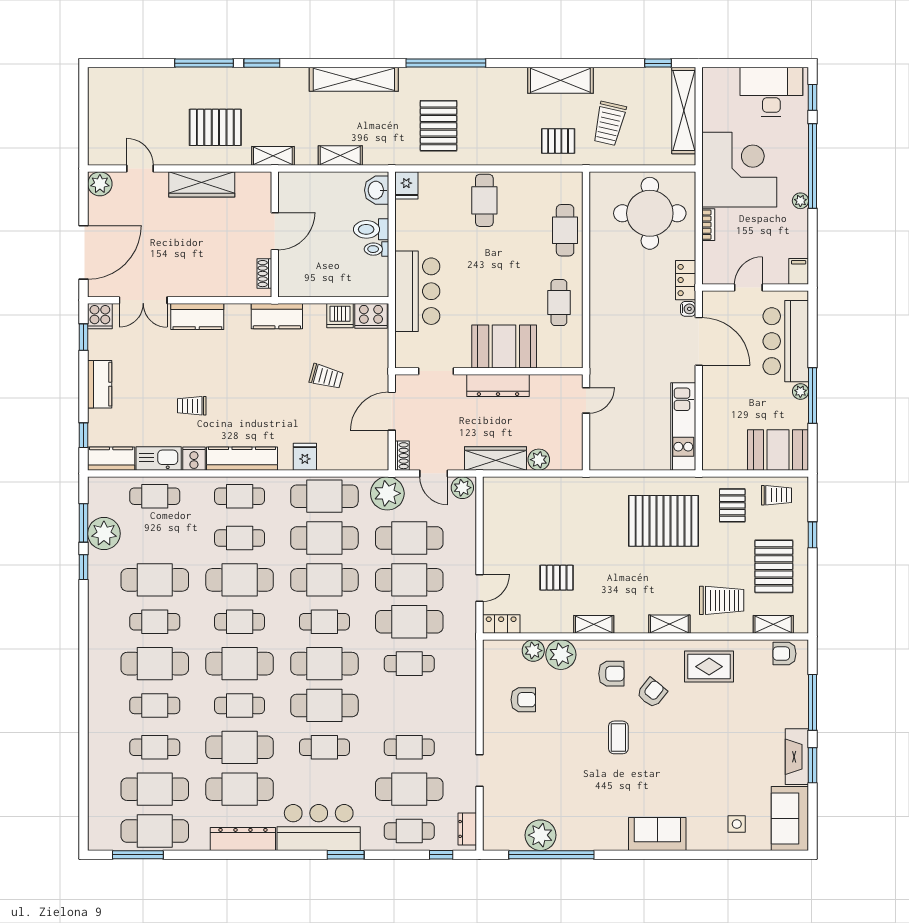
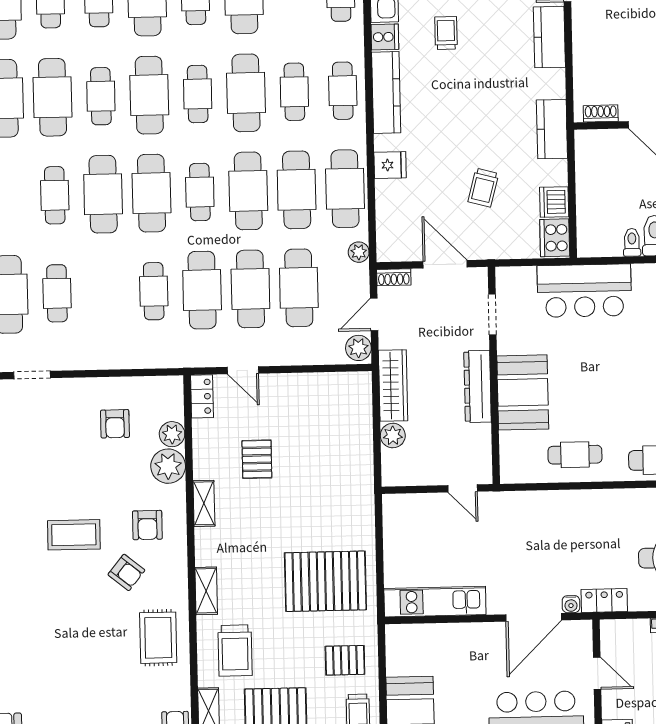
plant: (387, 493) -> (359, 252), width x0.53, depth x0.53
pallet: (664, 521) -> (325, 581), turned 90
coffee table: (618, 737) -> (74, 535), width x1.36, depth x1.30

